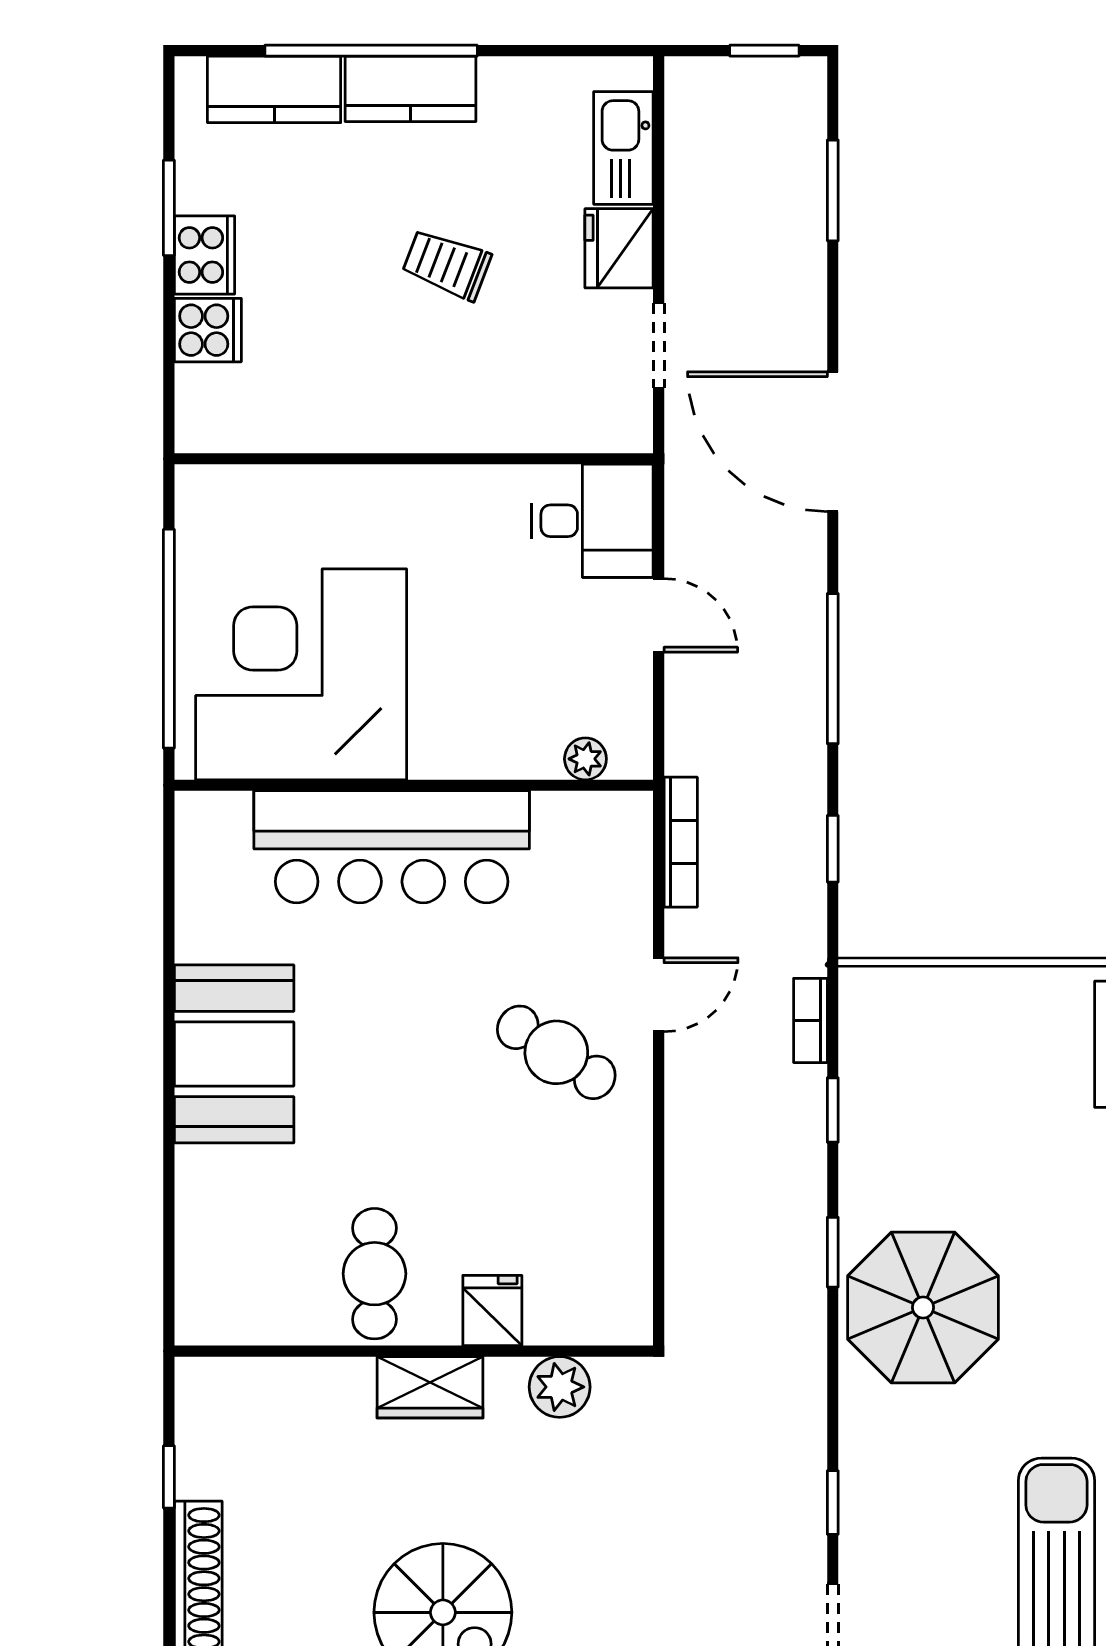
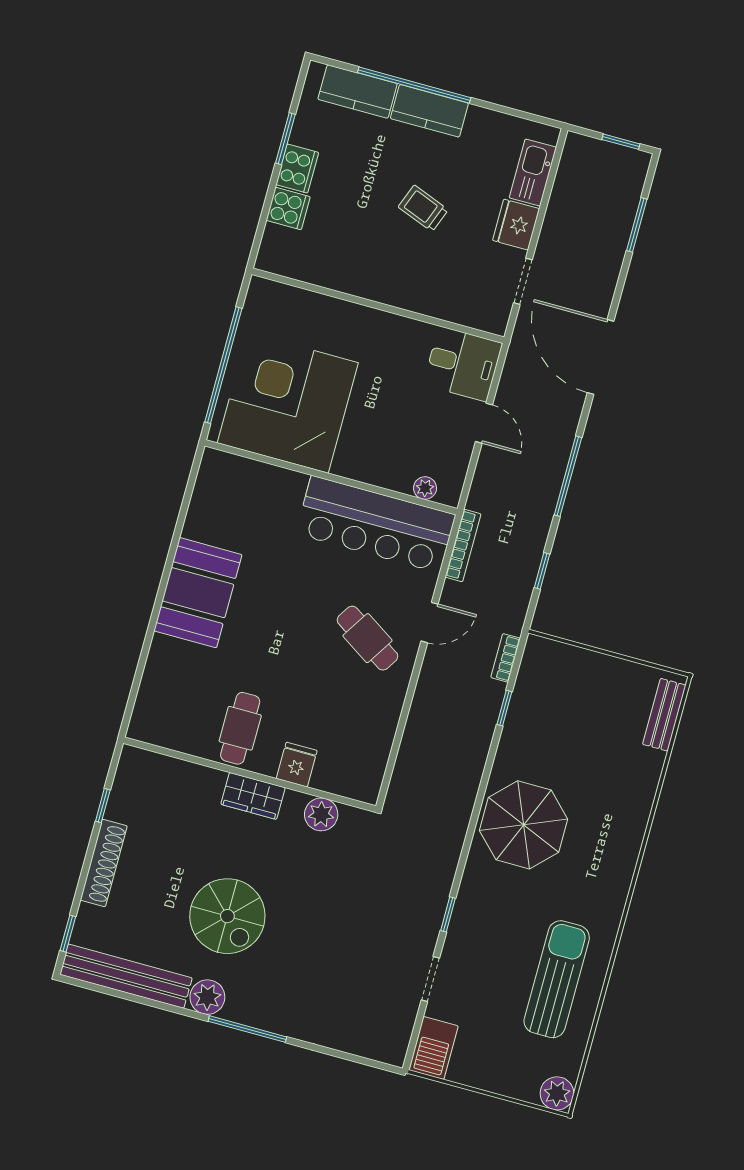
bar counter: (392, 847) -> (376, 524), moved
window: (833, 1252) -> (484, 783), removed

